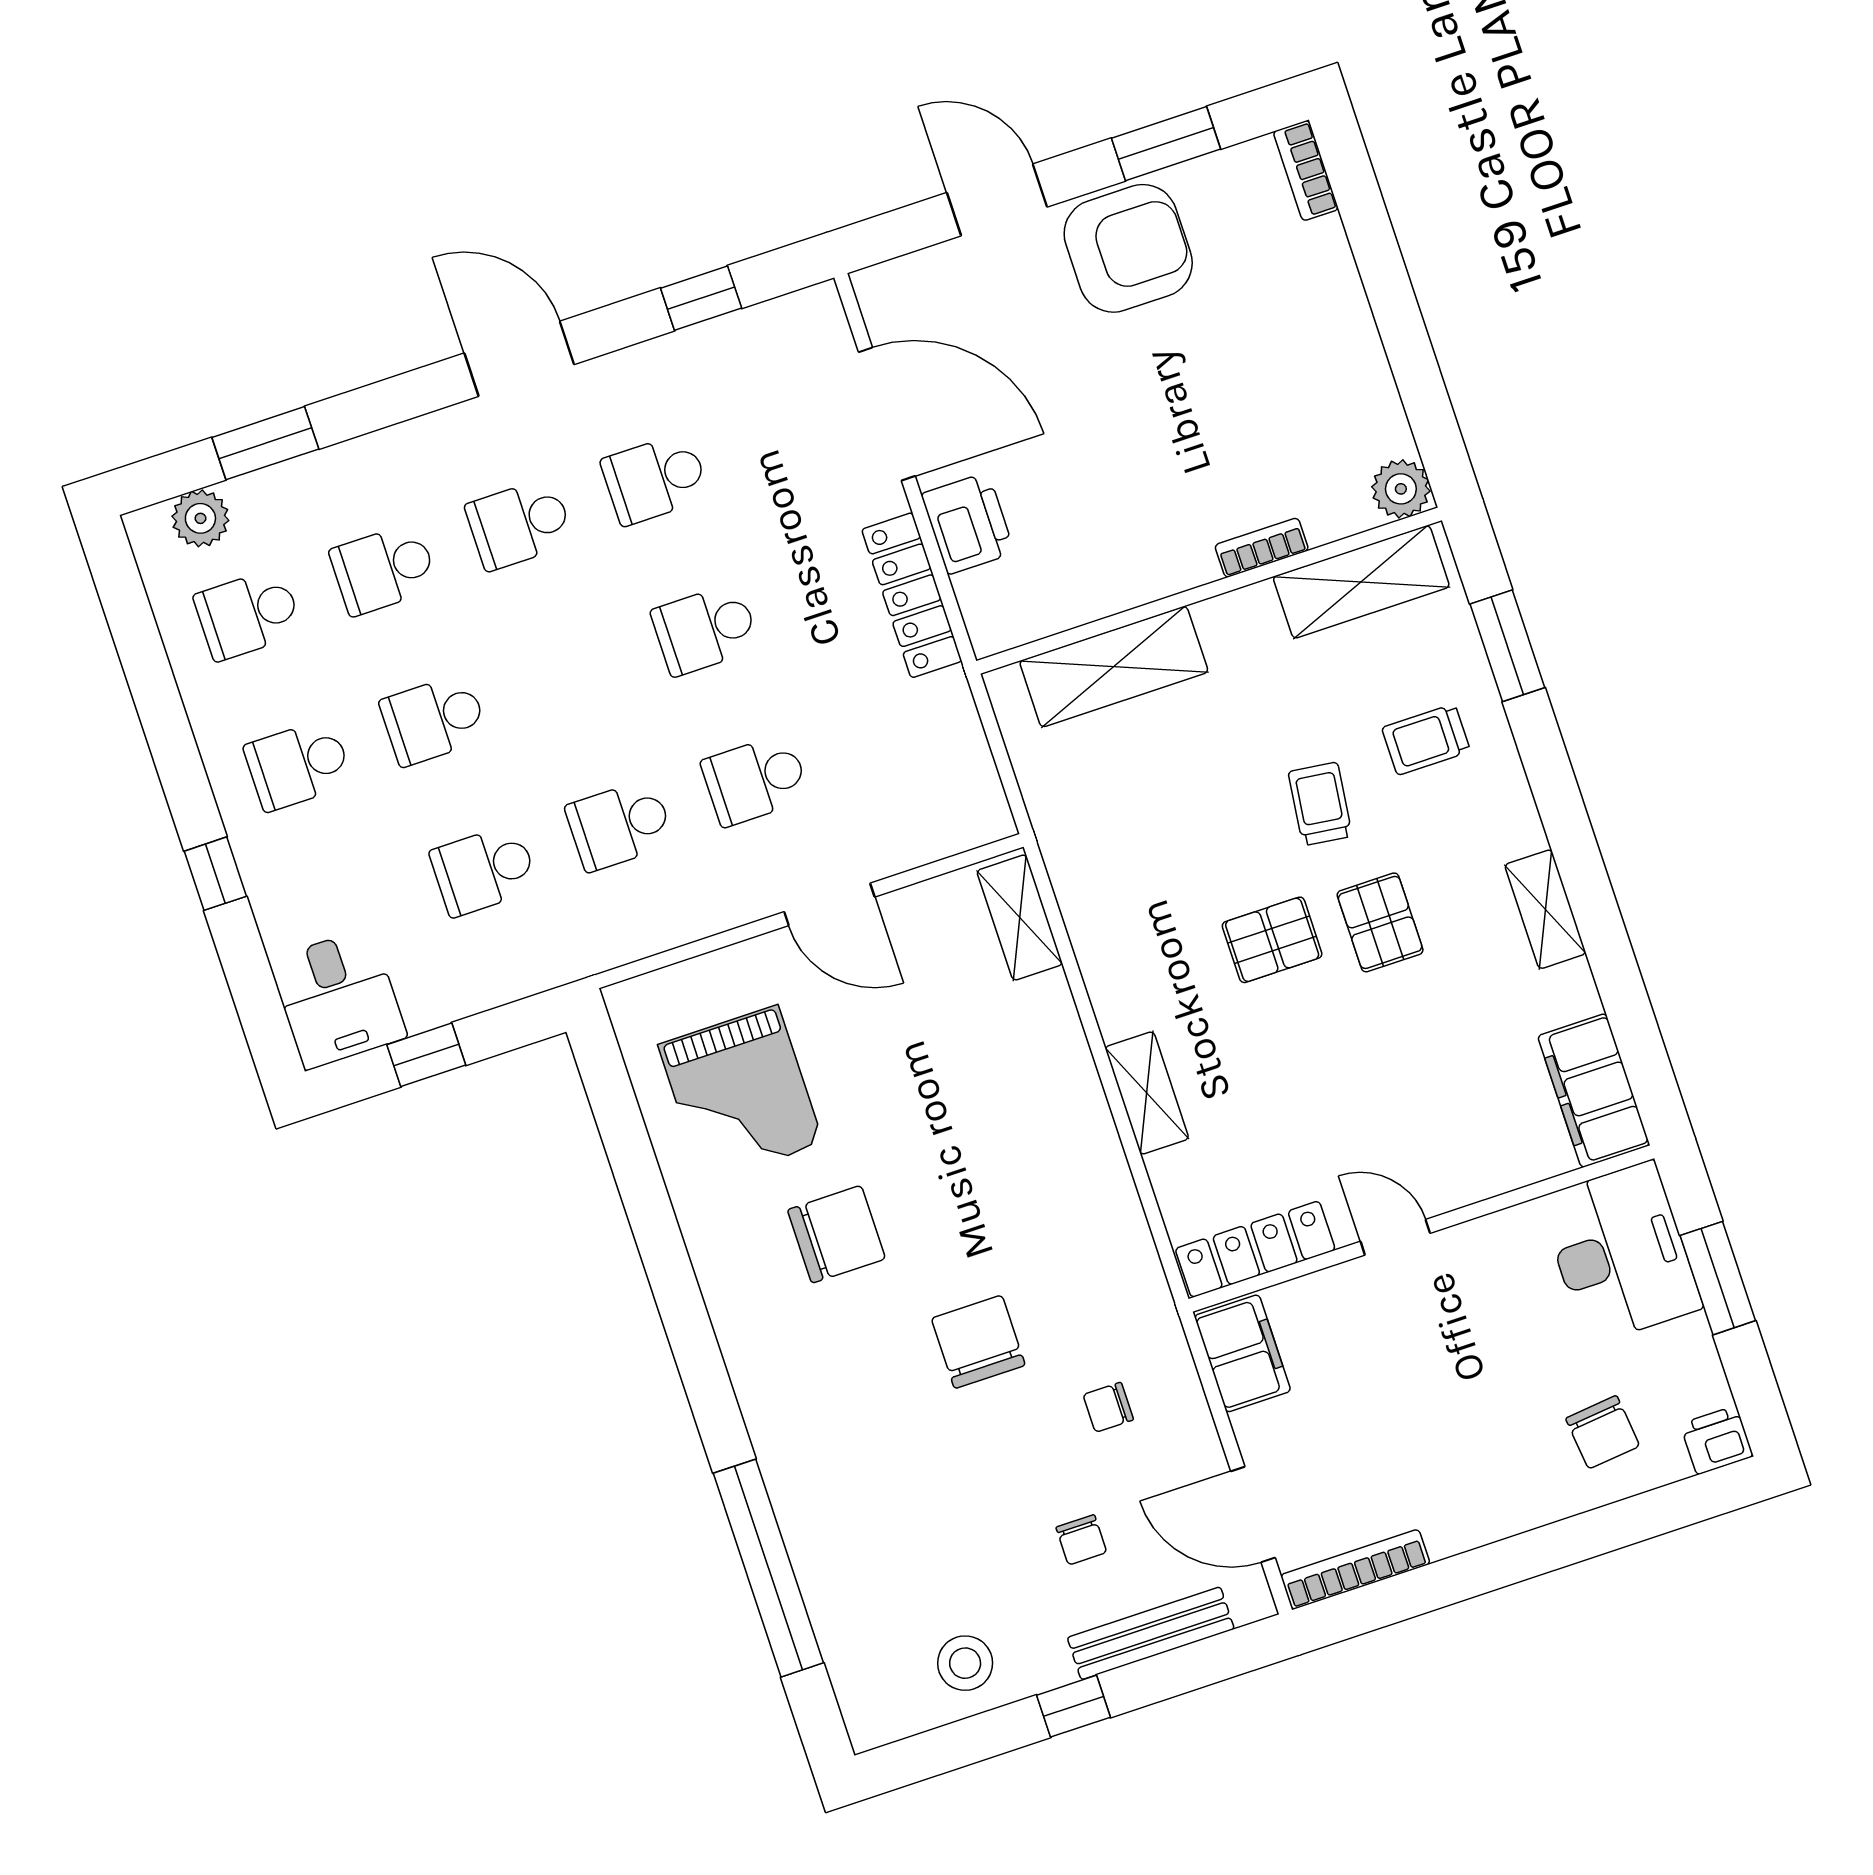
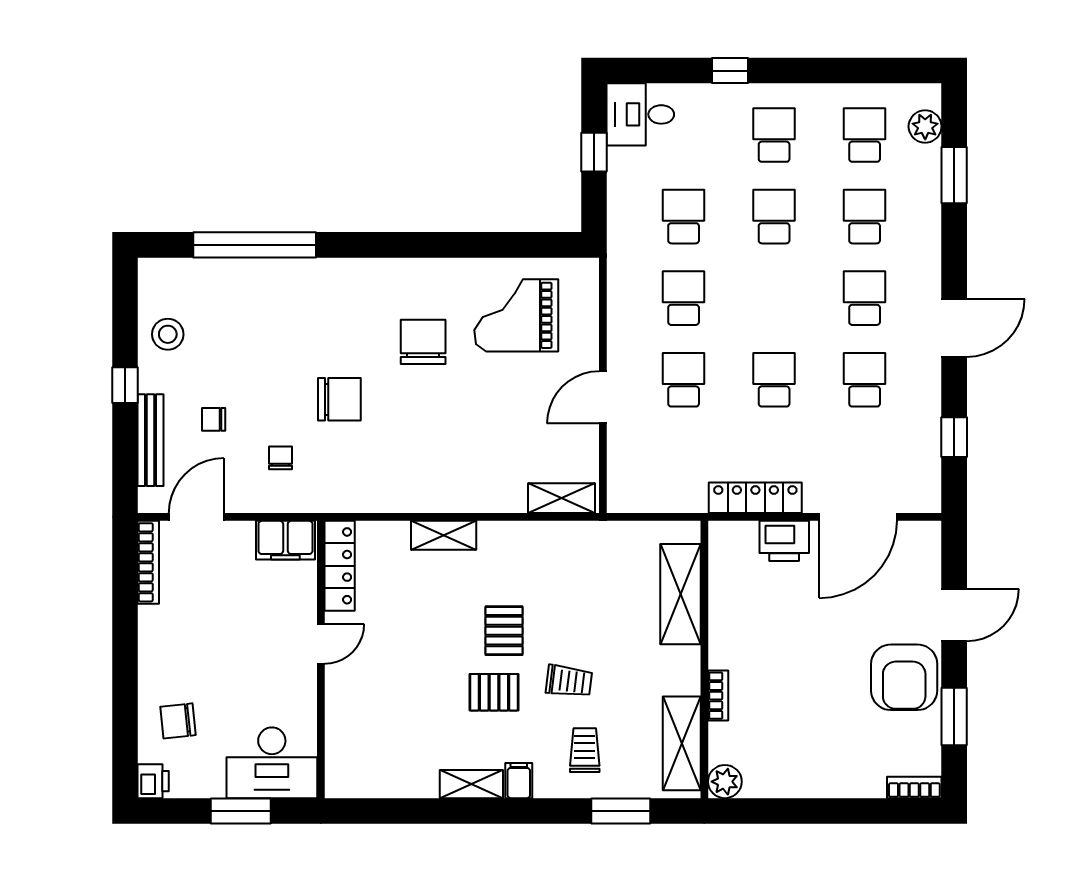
filing cabinet: (1594, 1091) -> (519, 781), moved, width x0.33, depth x0.86
chair: (836, 1234) -> (423, 342), turned 180

